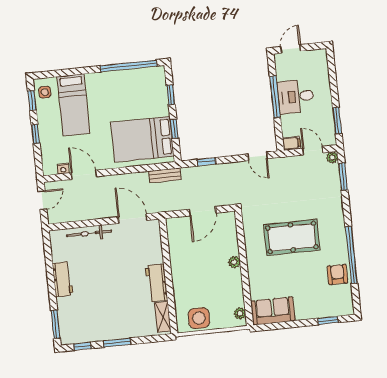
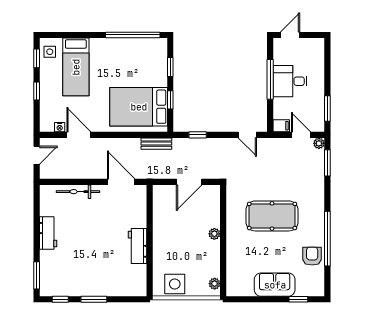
sofa: (273, 311) -> (275, 285), moved
shelving: (163, 317) -> (140, 279), removed

